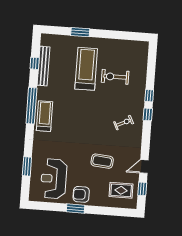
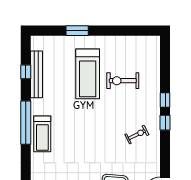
treadmill: (86, 69) -> (88, 74), turned 180
treadmill: (45, 116) -> (42, 134), turned 180

